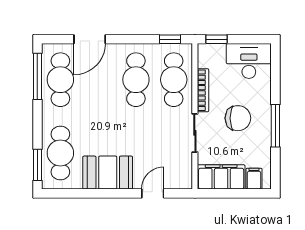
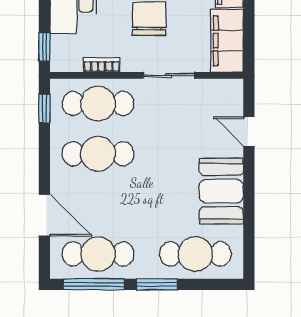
bookcase: (203, 90) -> (102, 65), width x0.64
window: (37, 165) -> (157, 284), moved

